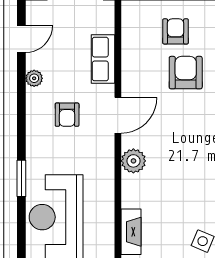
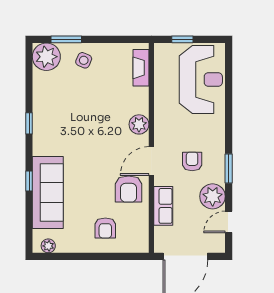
armchair: (186, 73) -> (129, 189), moved
plant: (34, 78) -> (213, 196), width x1.87, depth x1.87
window: (21, 178) -> (229, 168), moved

